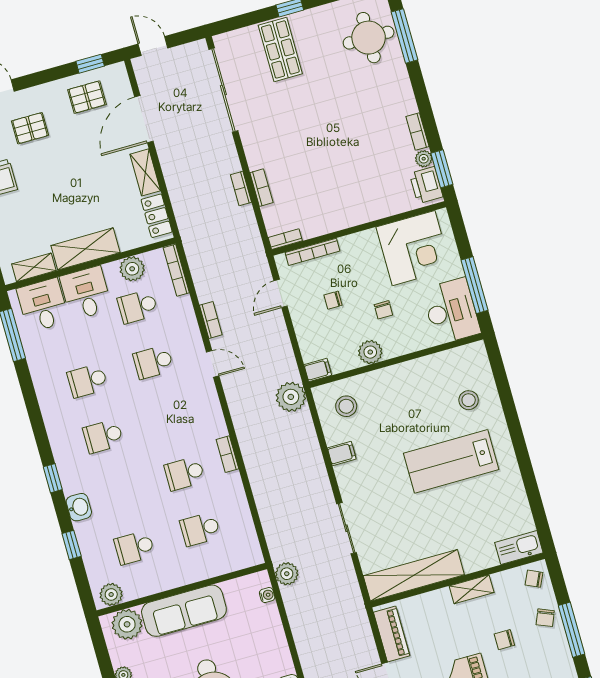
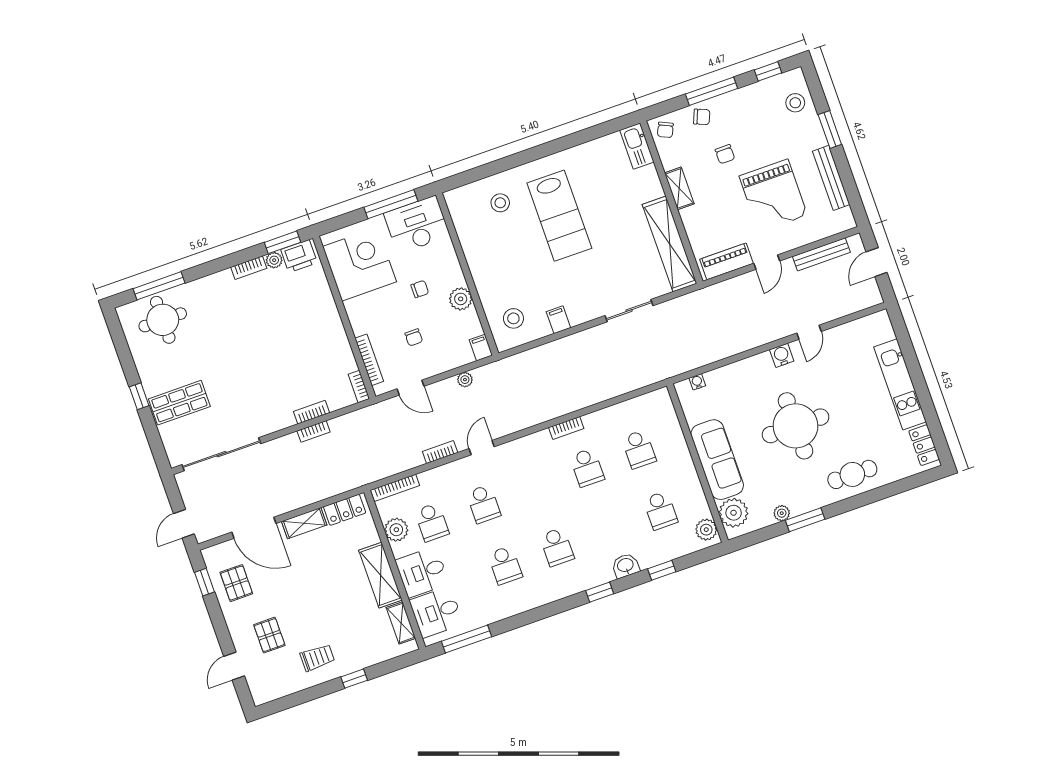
plant: (291, 397) -> (465, 380), moved, width x0.53, depth x0.53
plant: (287, 574) -> (676, 364), removed

